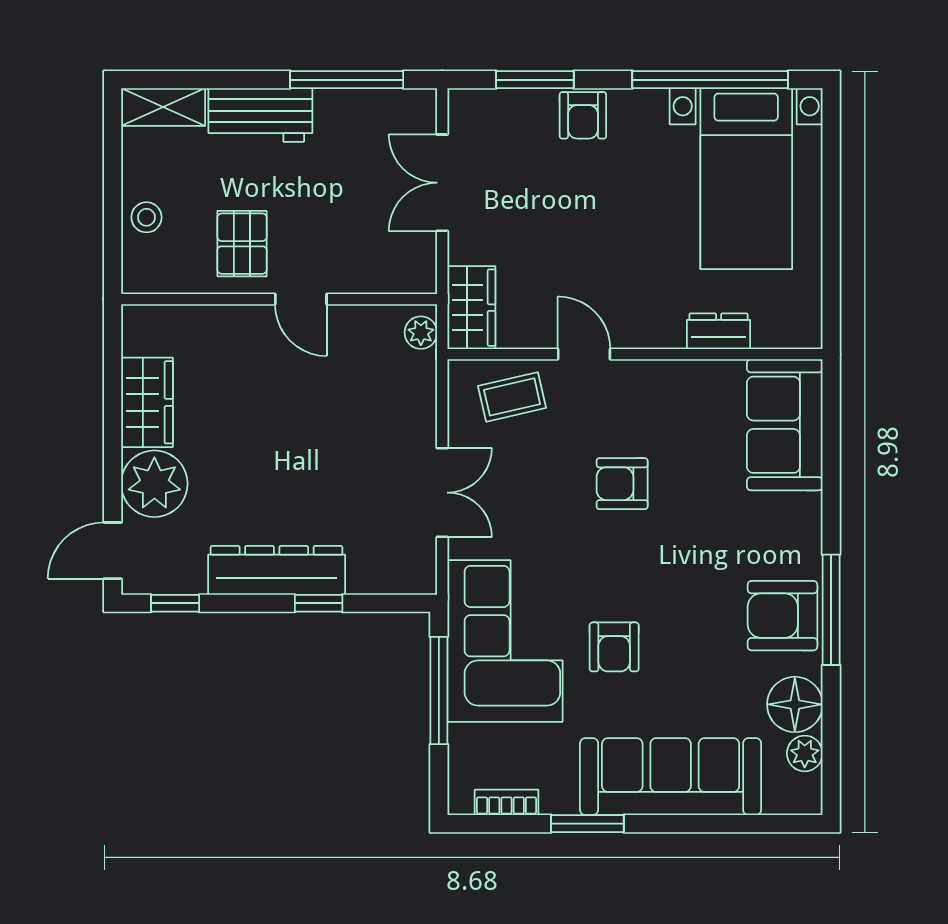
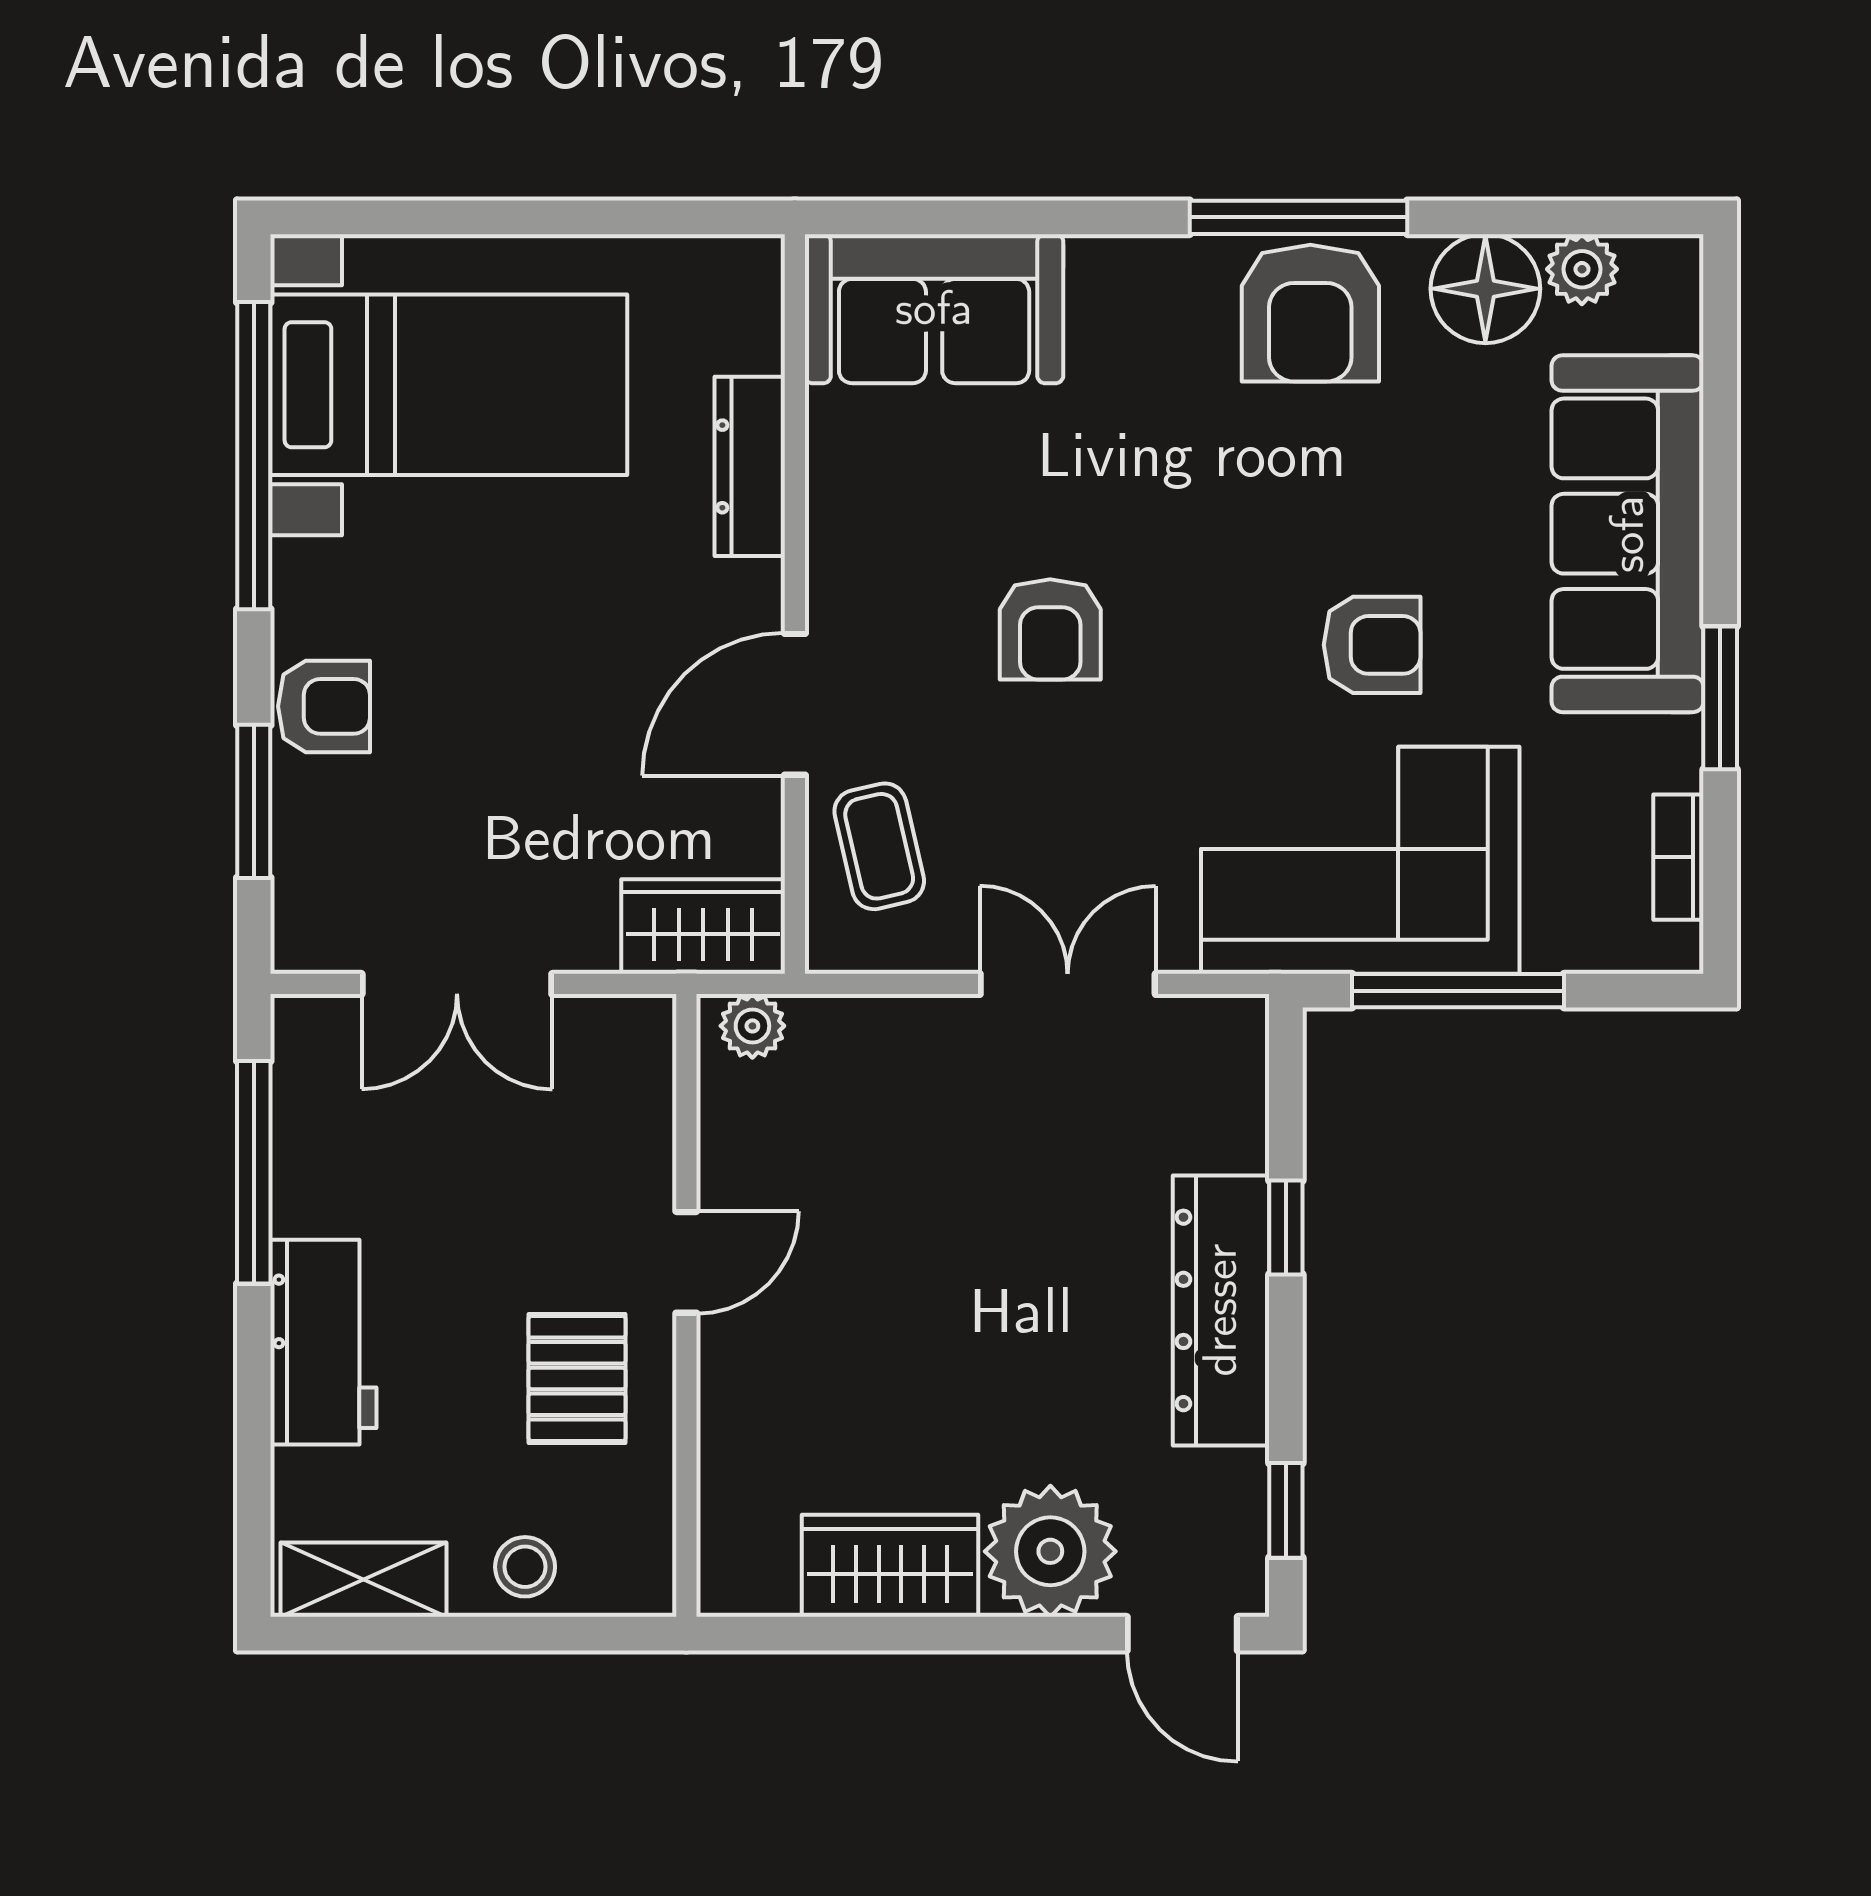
shelving: (163, 107) -> (363, 1580), moved, turned 90
pallet: (242, 244) -> (577, 1378), turned 90
dresser: (719, 331) -> (750, 466), width x1.44
door: (584, 354) -> (795, 704), width x1.38

